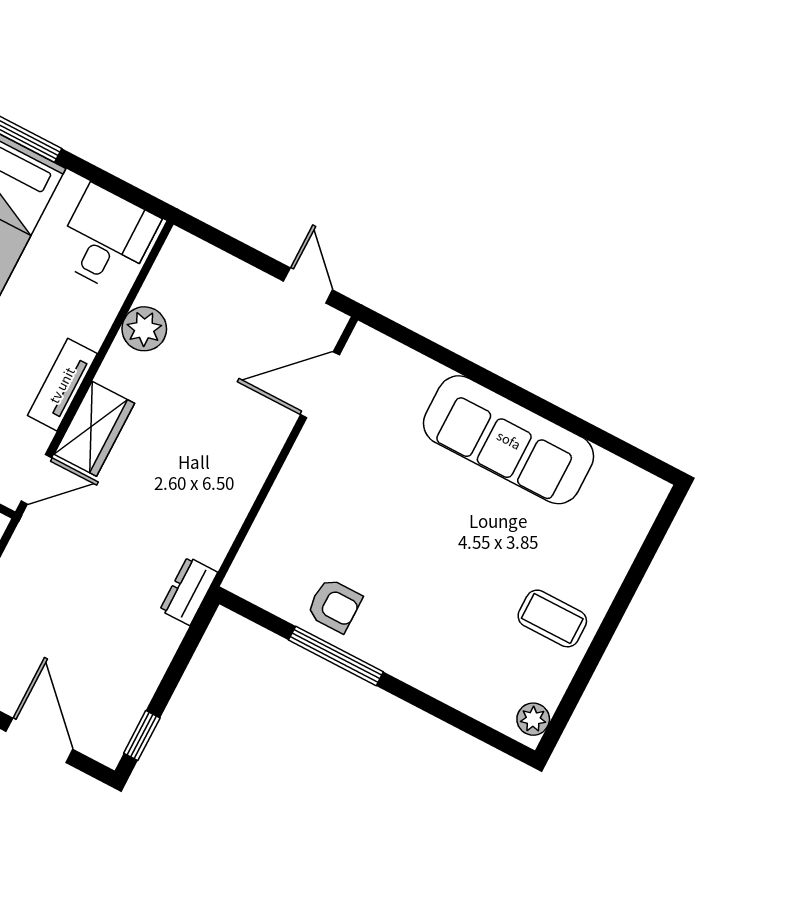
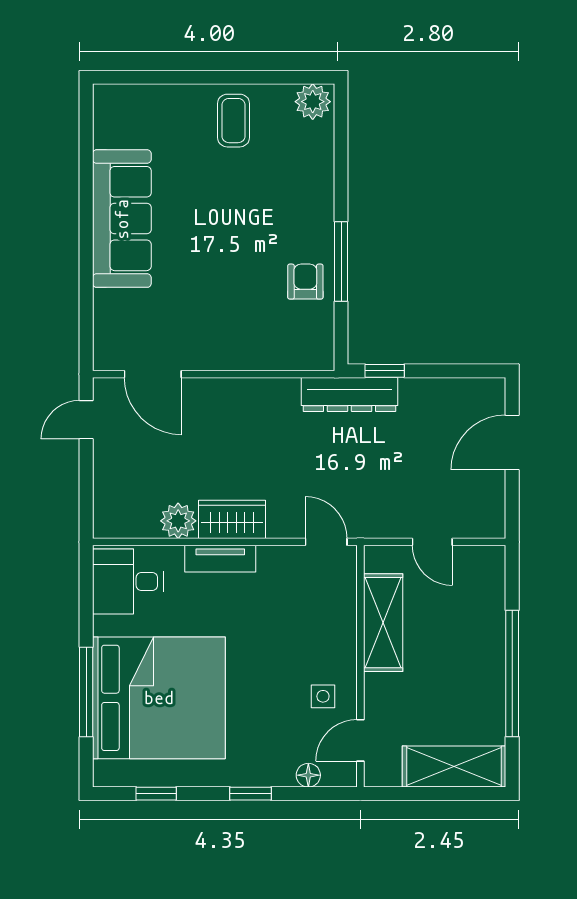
tv unit: (62, 385) -> (220, 559), moved
wardrobe: (94, 429) -> (232, 519), moved
dresser: (189, 591) -> (349, 395), width x1.96, depth x1.24
plant: (533, 719) -> (313, 102), width x1.38, depth x1.38
window: (142, 736) -> (385, 371), moved

